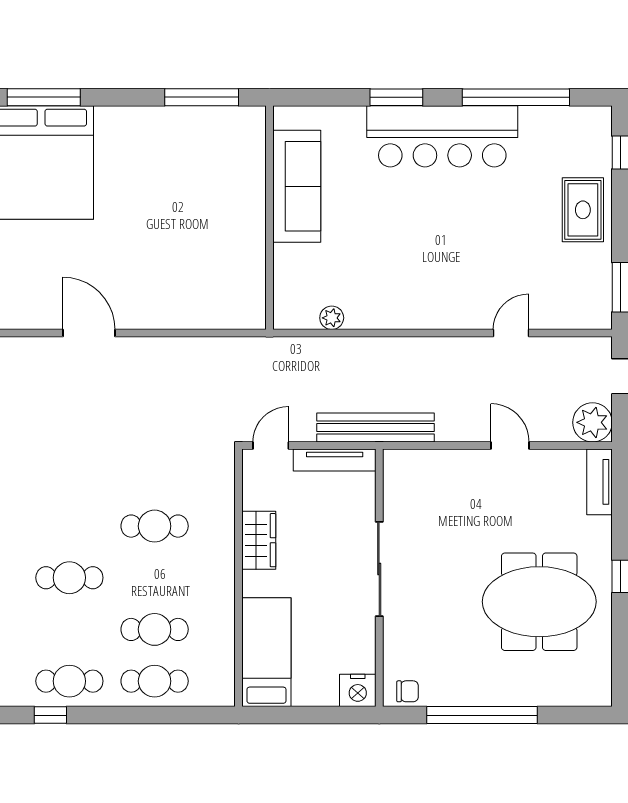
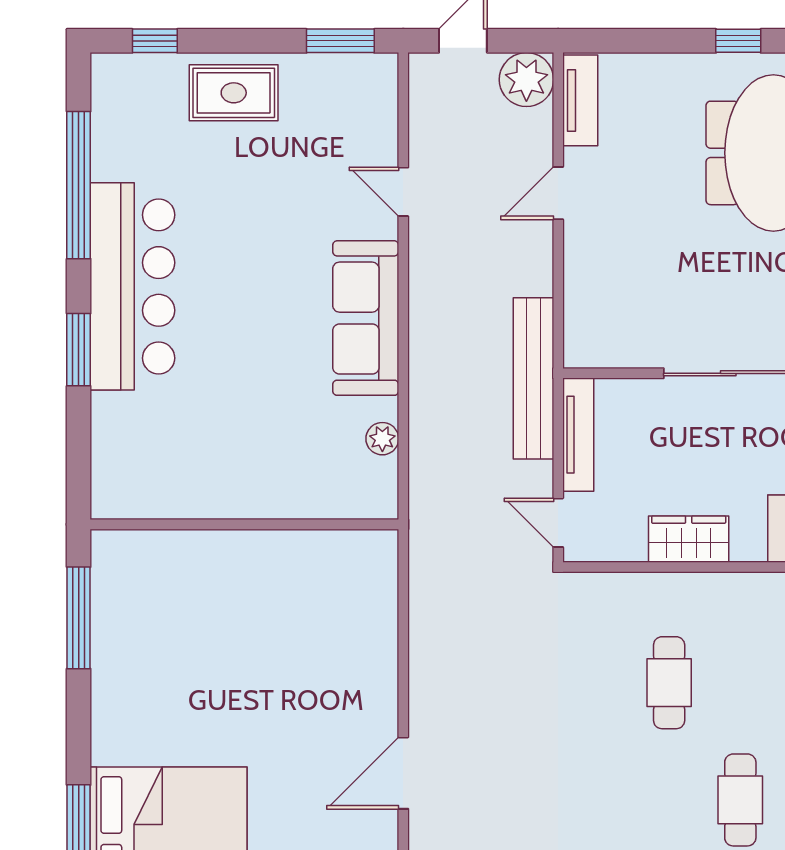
sofa: (297, 186) -> (366, 318), moved, turned -90
tv unit: (600, 482) -> (580, 100), moved, turned -90

